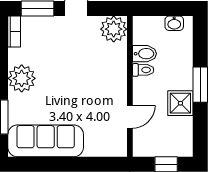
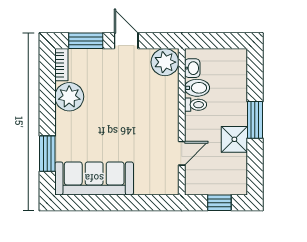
washbasin: (174, 23) -> (192, 68), moved, turned -90
plant: (22, 78) -> (69, 97), moved

